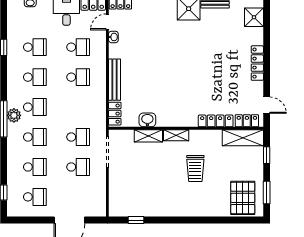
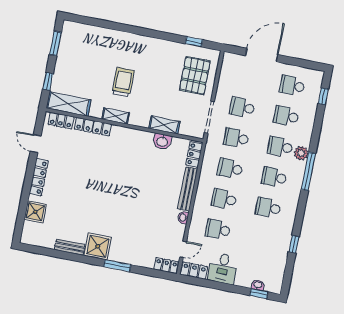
shower: (254, 17) -> (35, 212), moved
washbasin: (113, 37) -> (183, 218), moved
school desk: (35, 47) -> (230, 168), moved
door: (267, 105) -> (36, 144), moved
plant: (14, 115) -> (301, 153), moved
shelving: (176, 135) -> (116, 116), moved
pallet: (243, 198) -> (195, 76), moved

